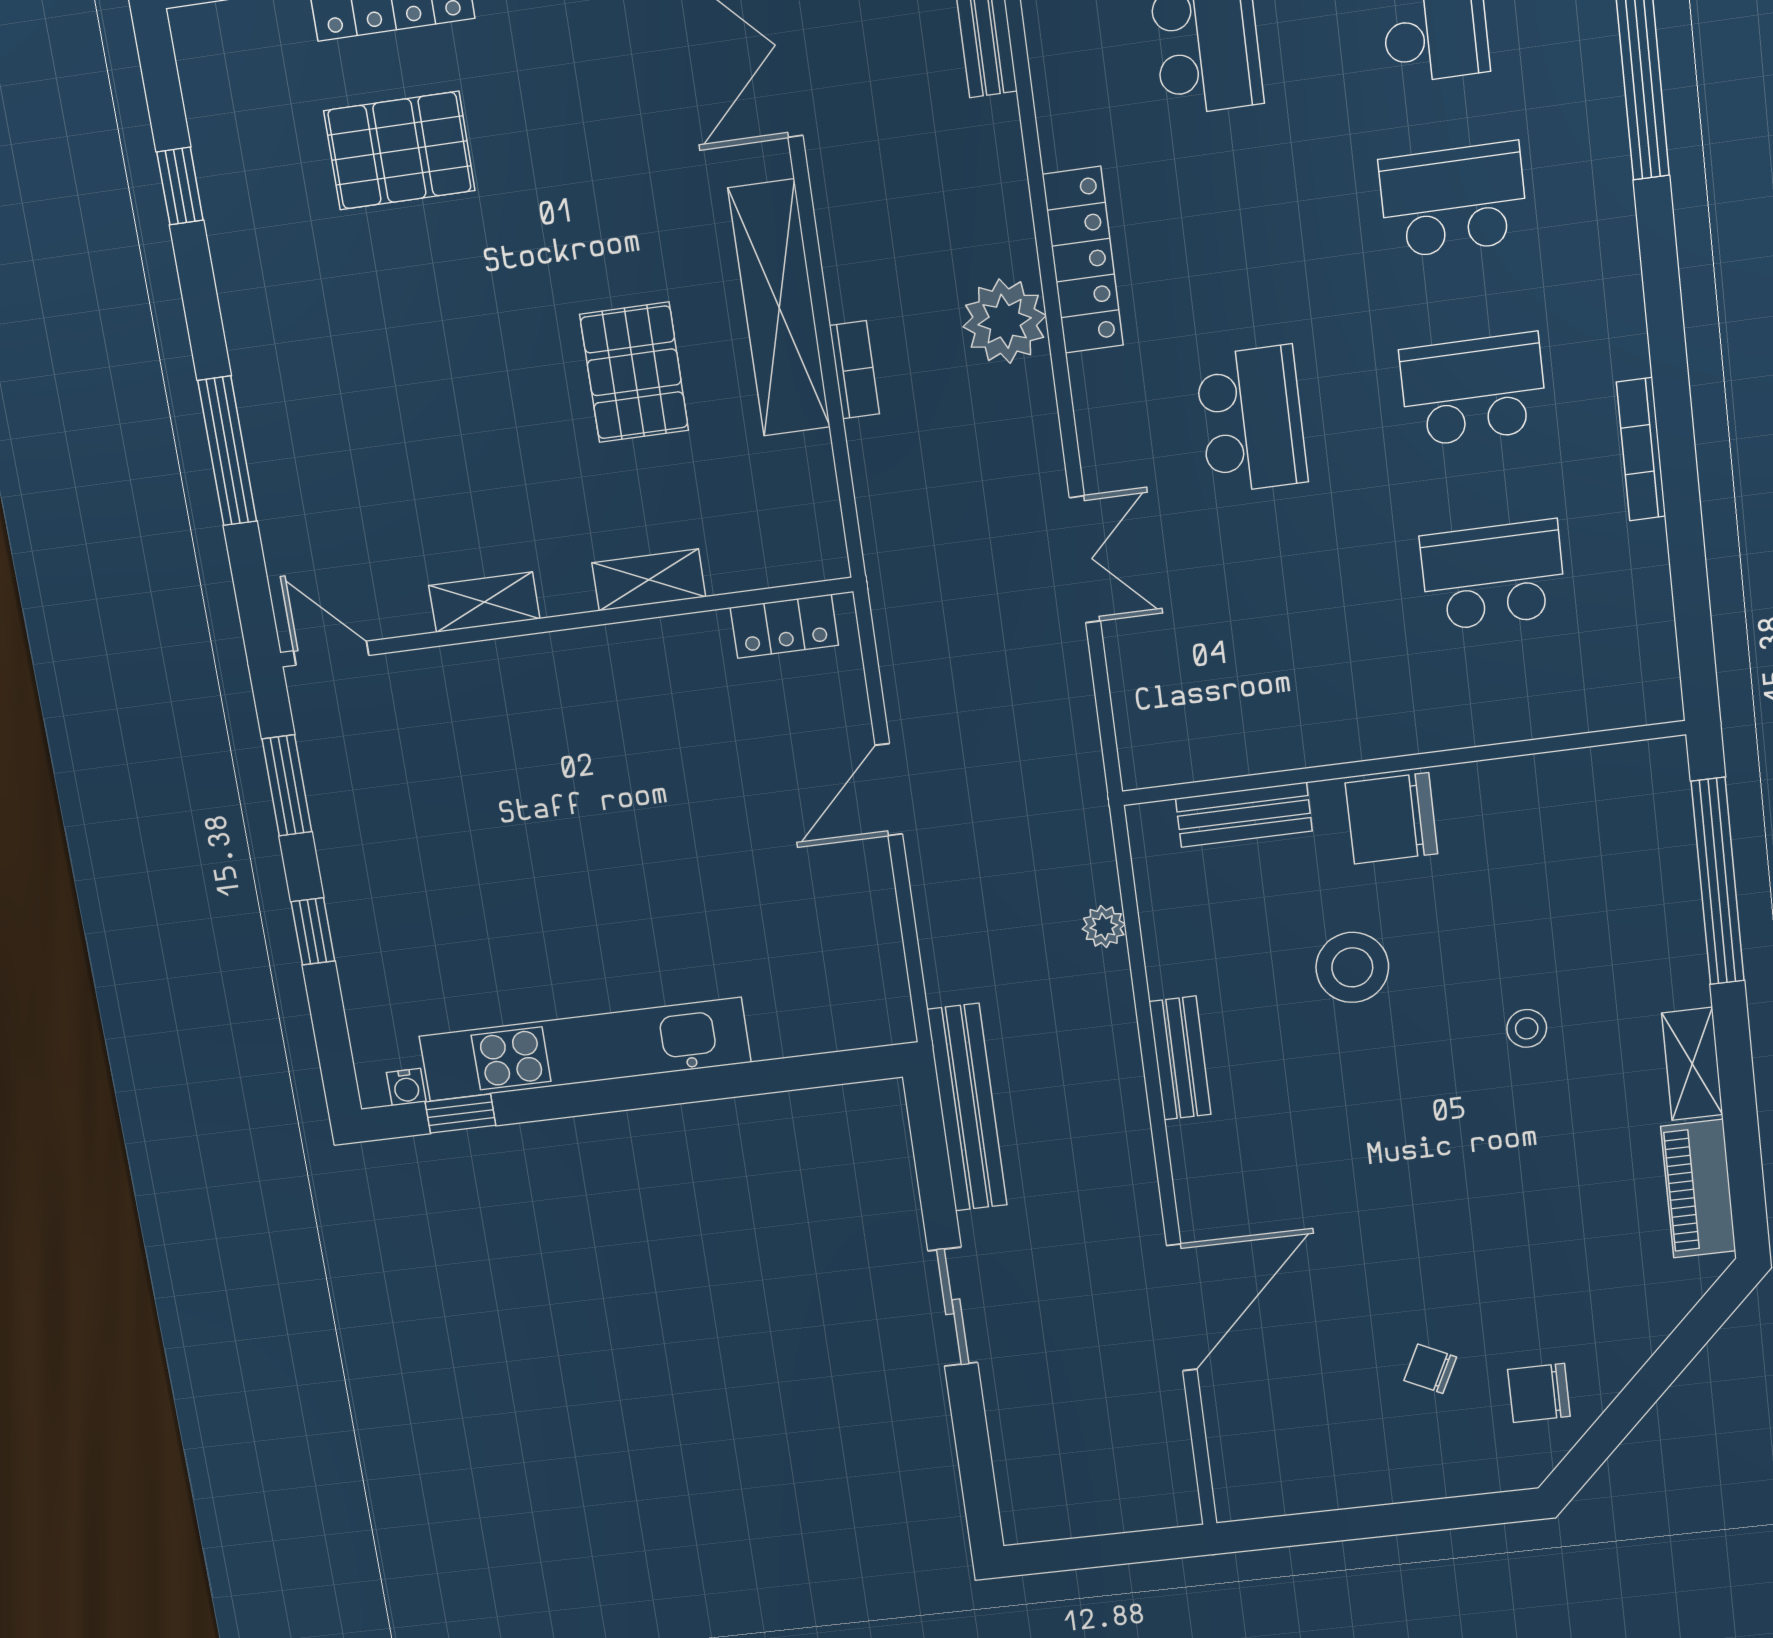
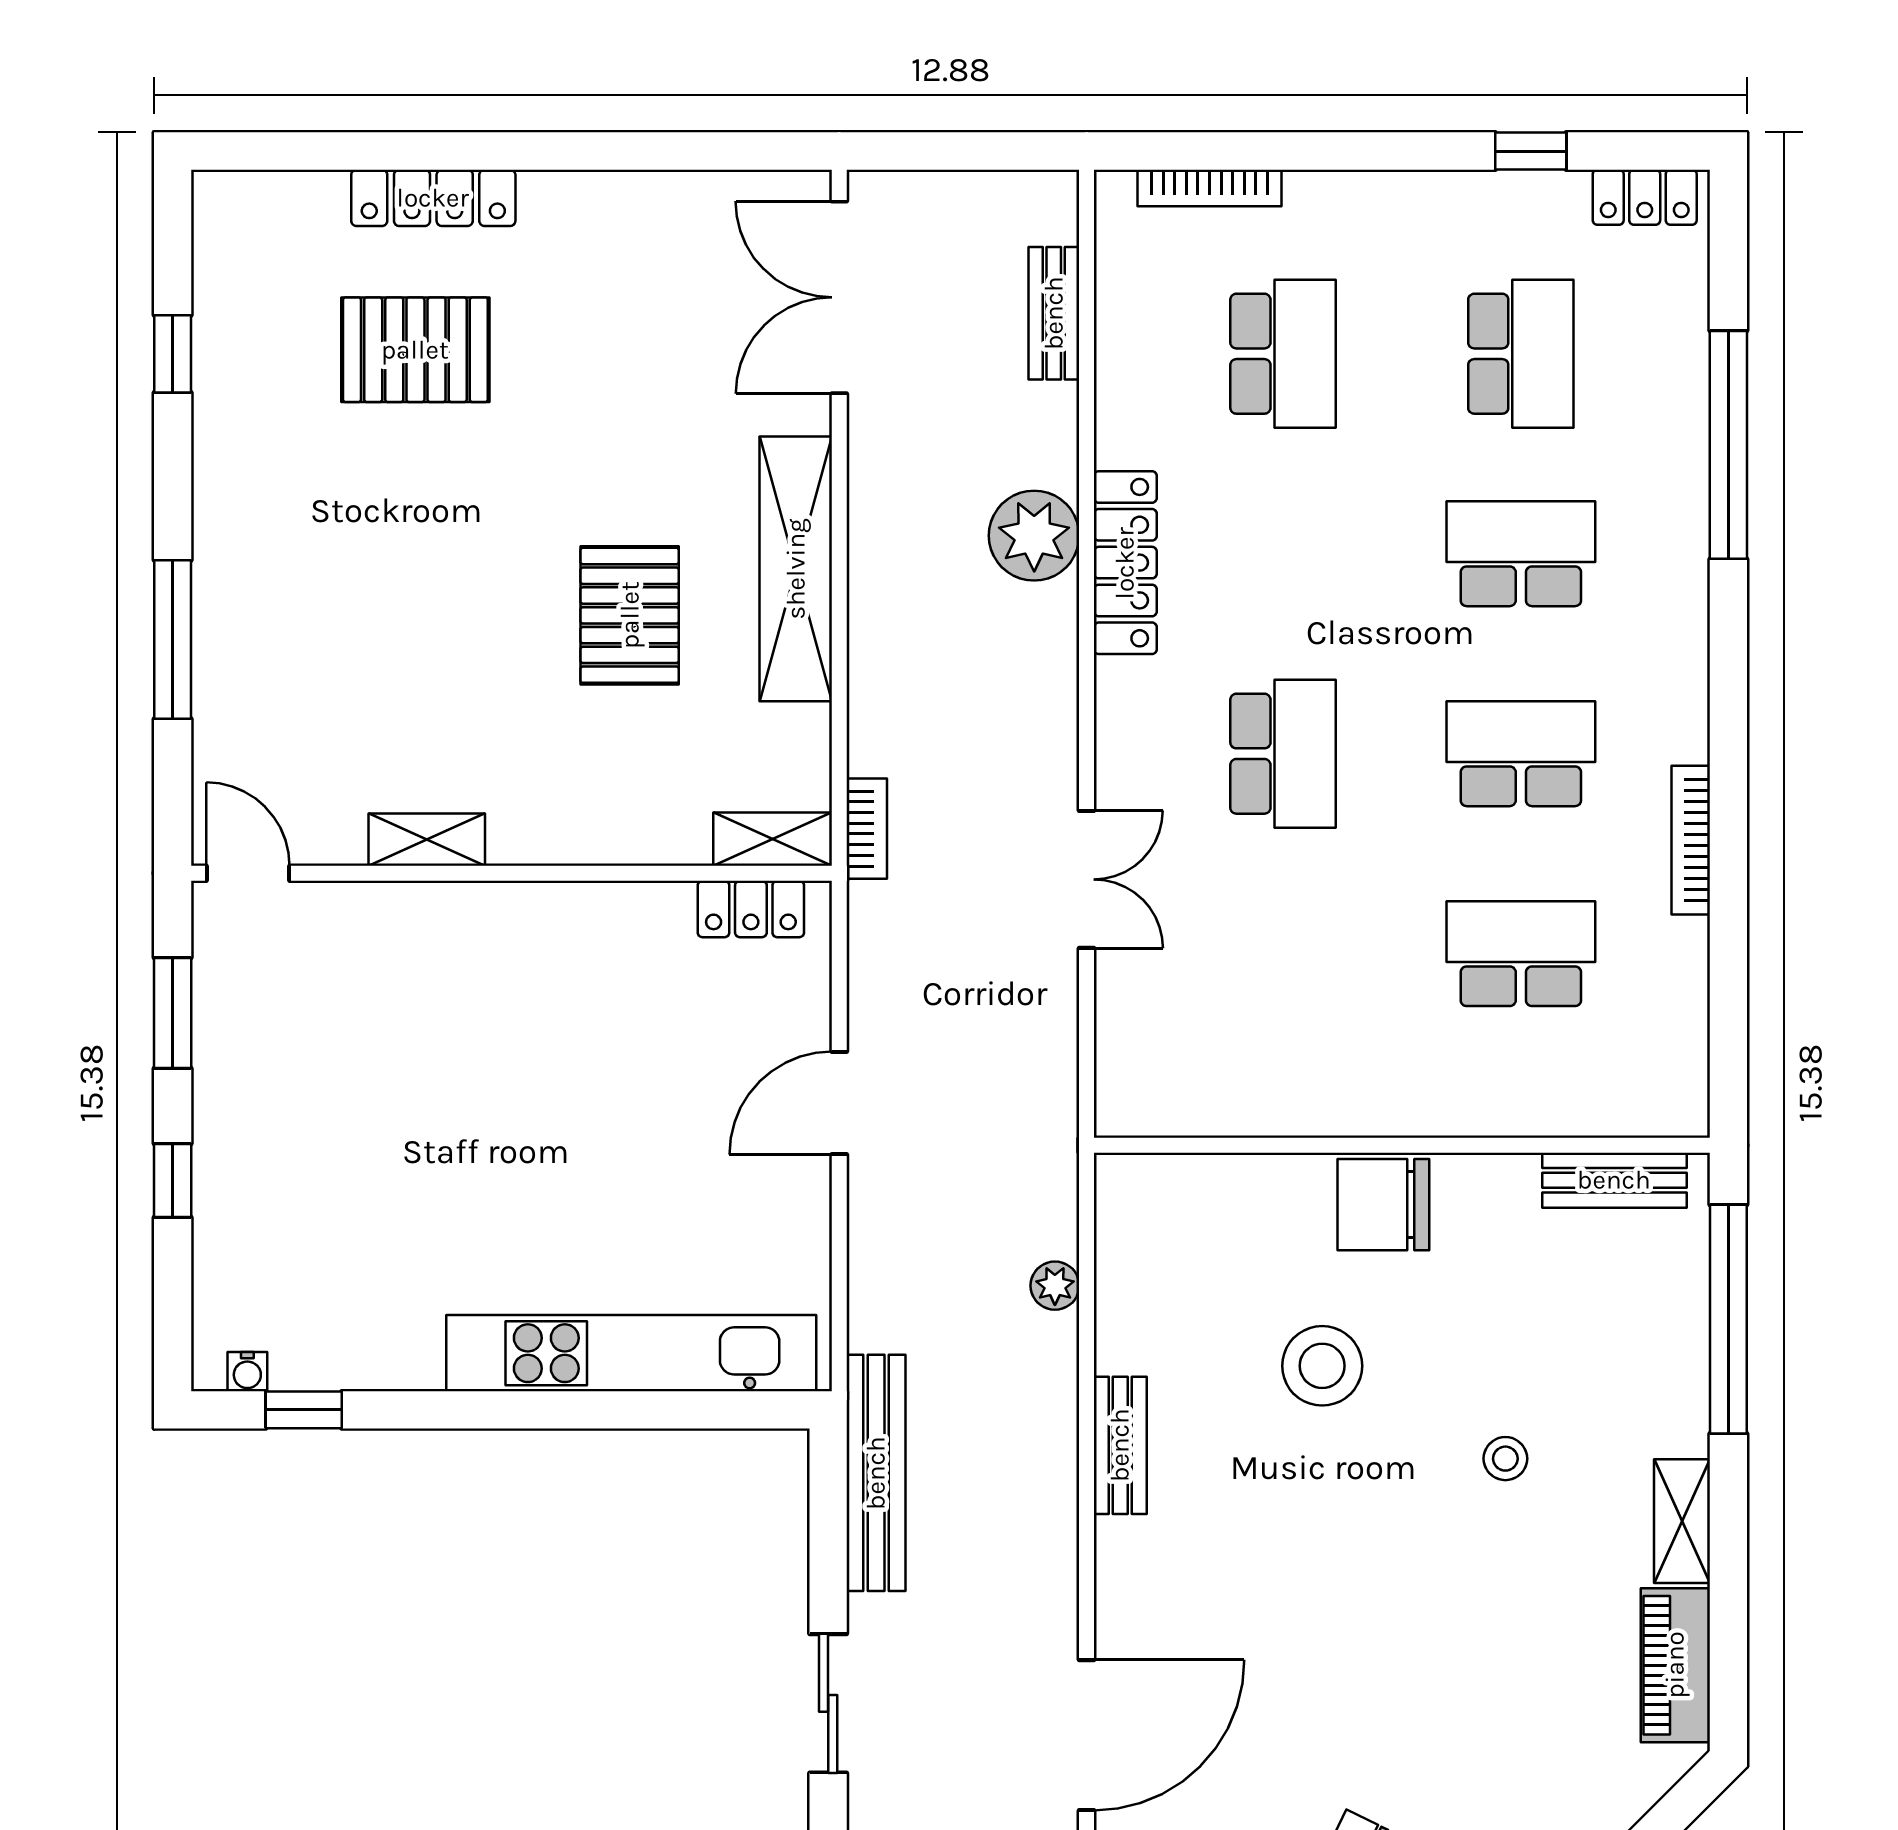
plant: (1005, 321) -> (1034, 536), moved
bookcase: (854, 370) -> (867, 829), moved
shelving: (649, 580) -> (773, 839), moved
bench: (1244, 815) -> (1614, 1180), moved
kitchen unit: (585, 1049) -> (631, 1353), moved

